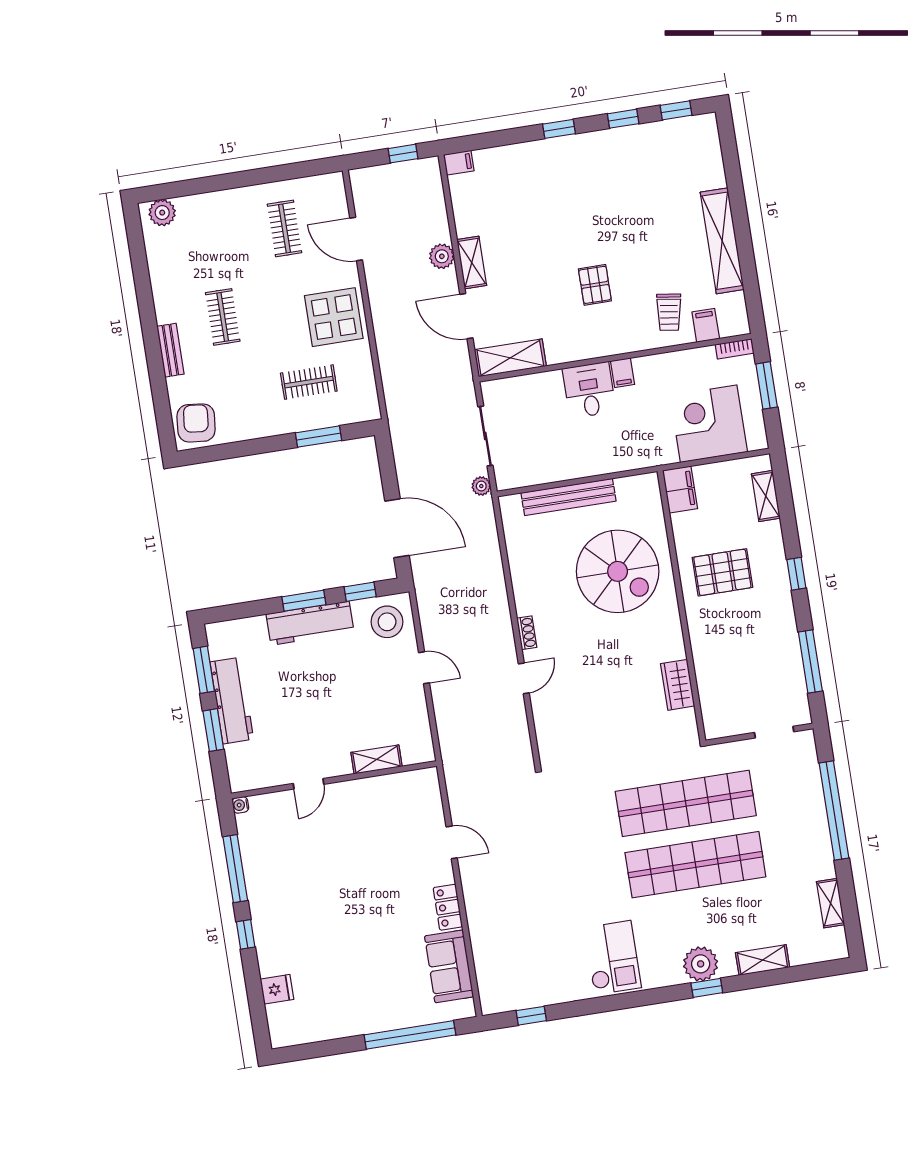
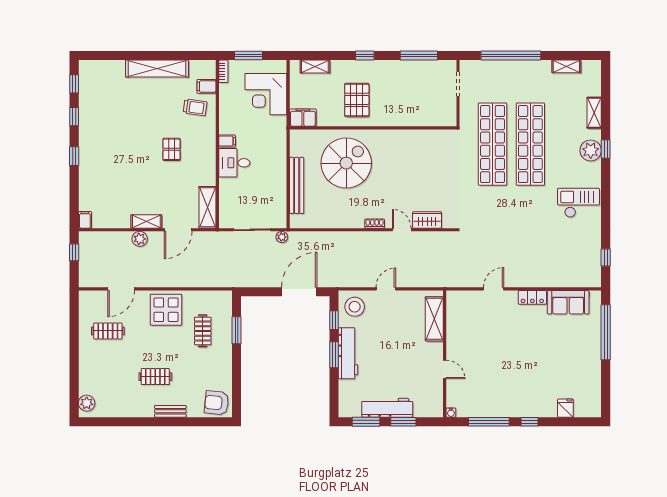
pallet: (595, 285) -> (171, 149), turned 90
wardrobe: (678, 685) -> (427, 220), moved, turned 180
shelving: (376, 759) -> (434, 319), width x1.50, depth x1.33

